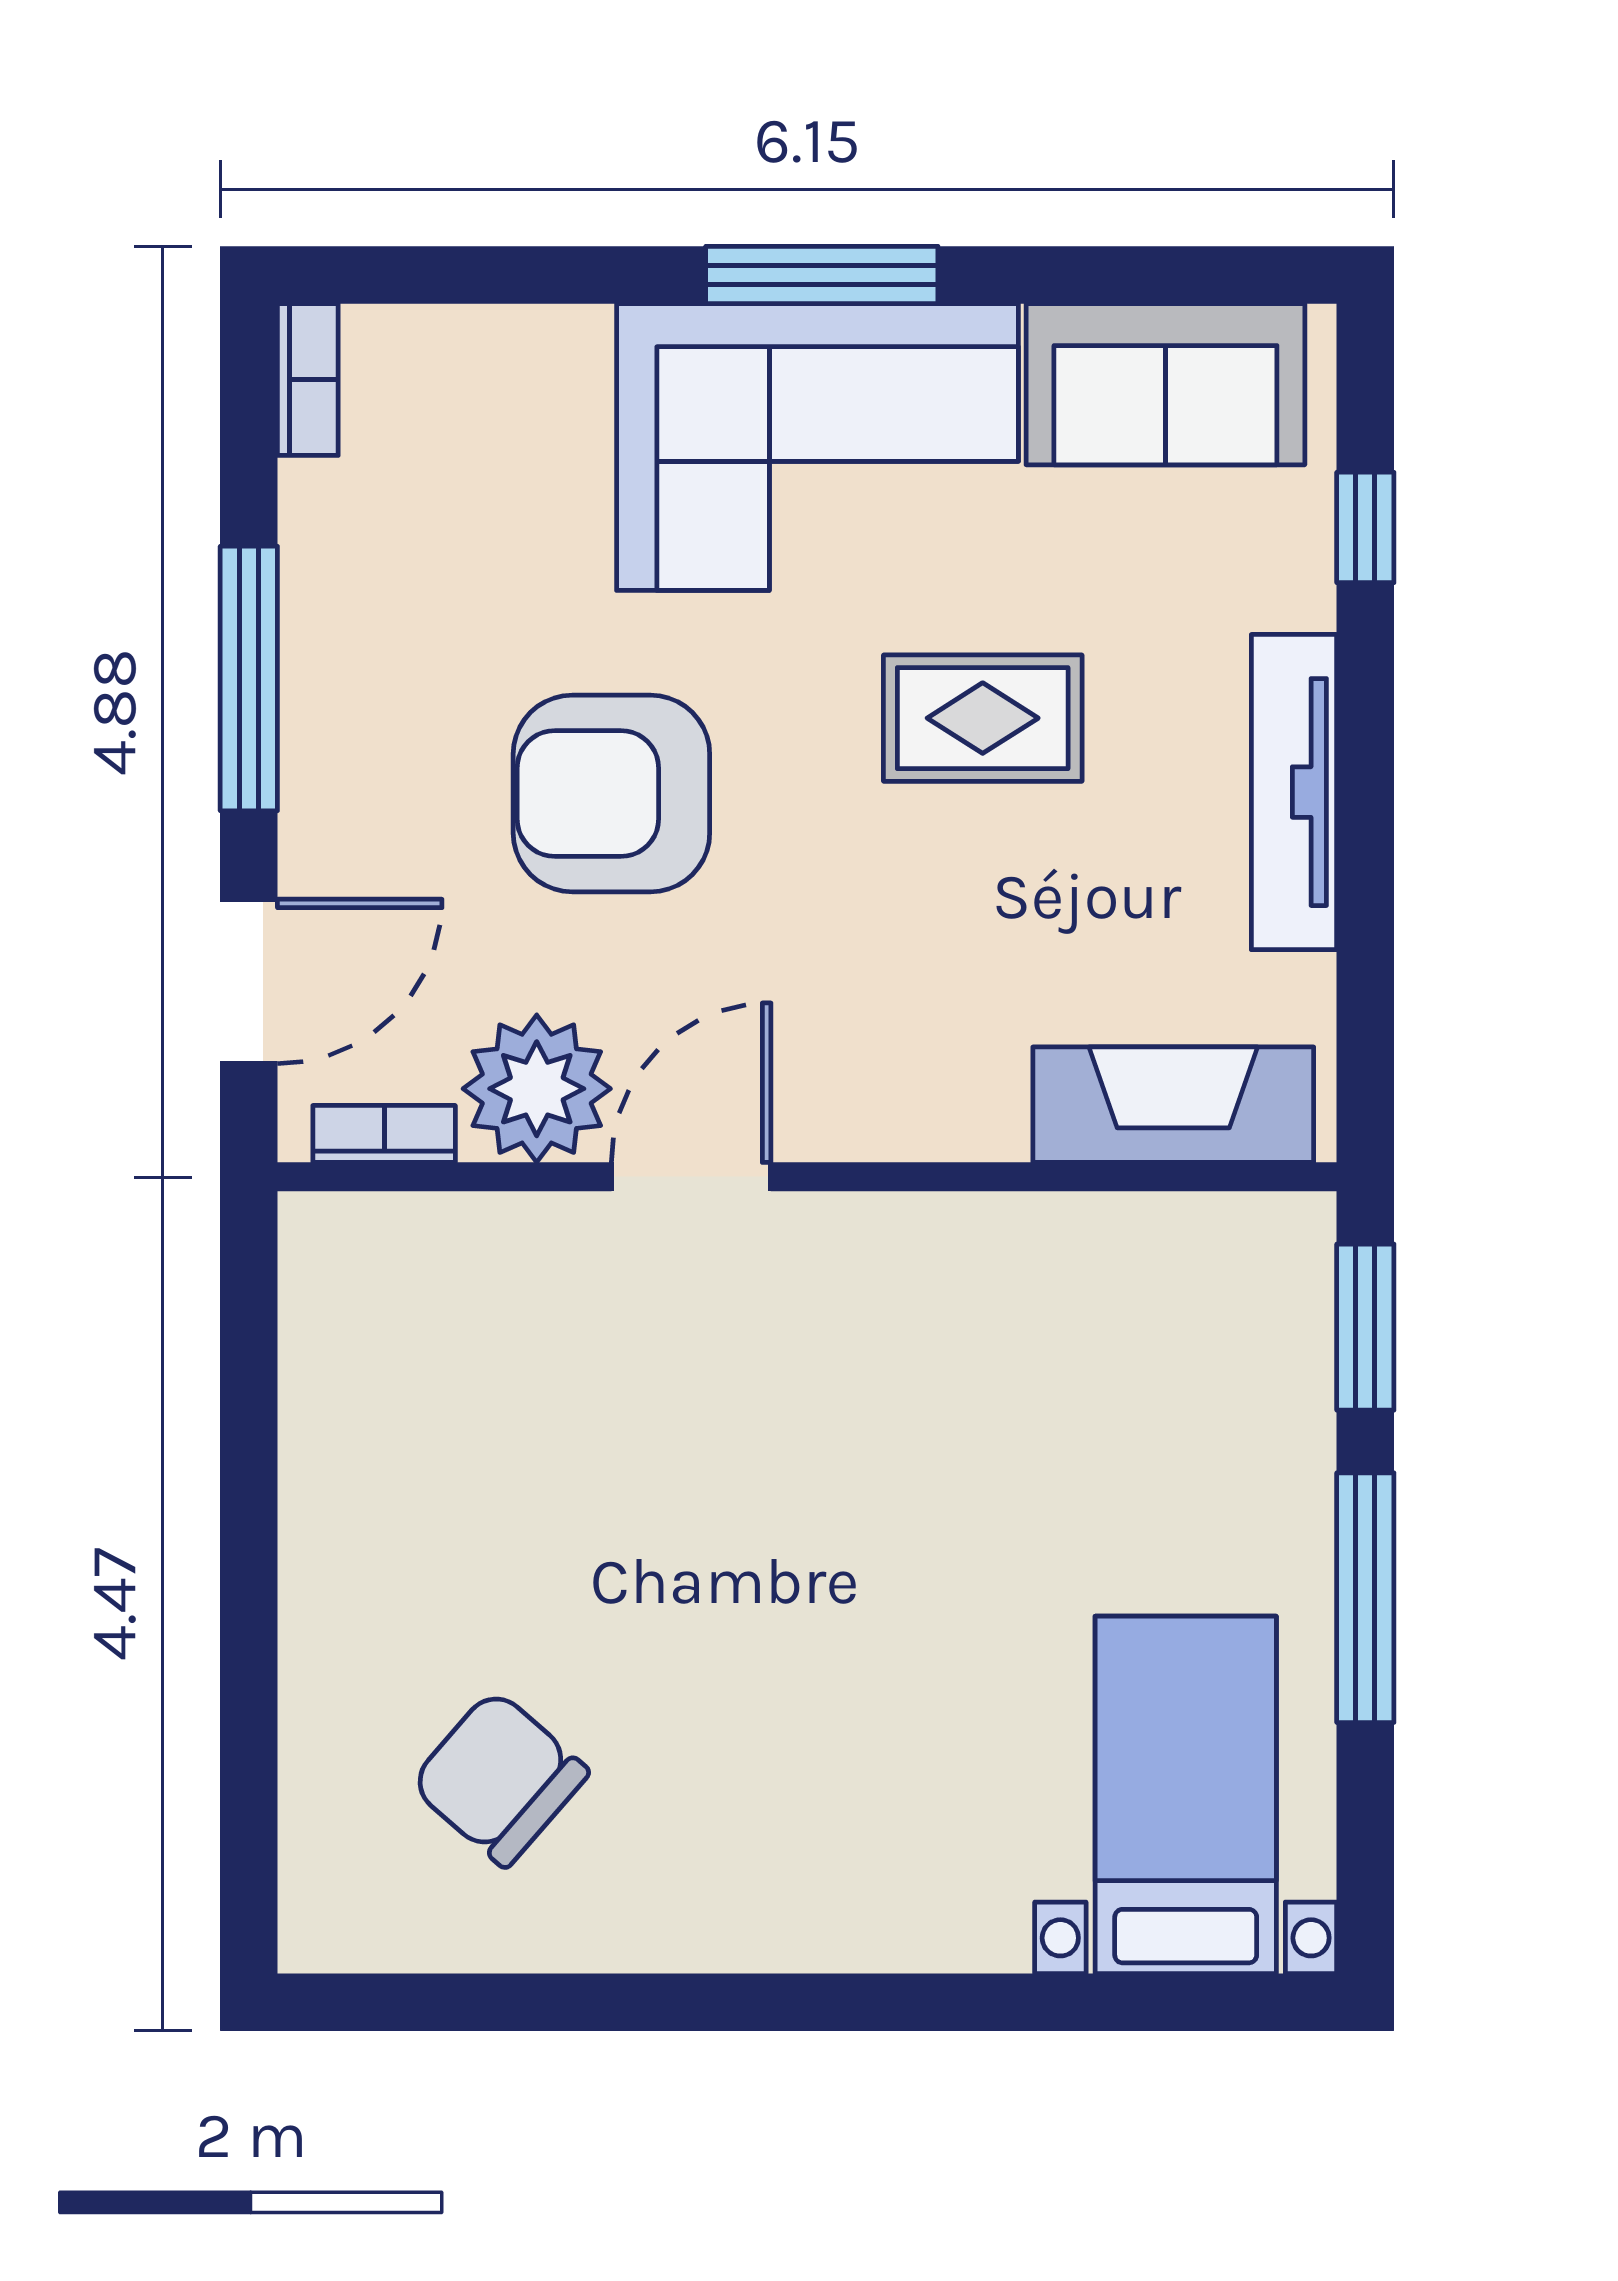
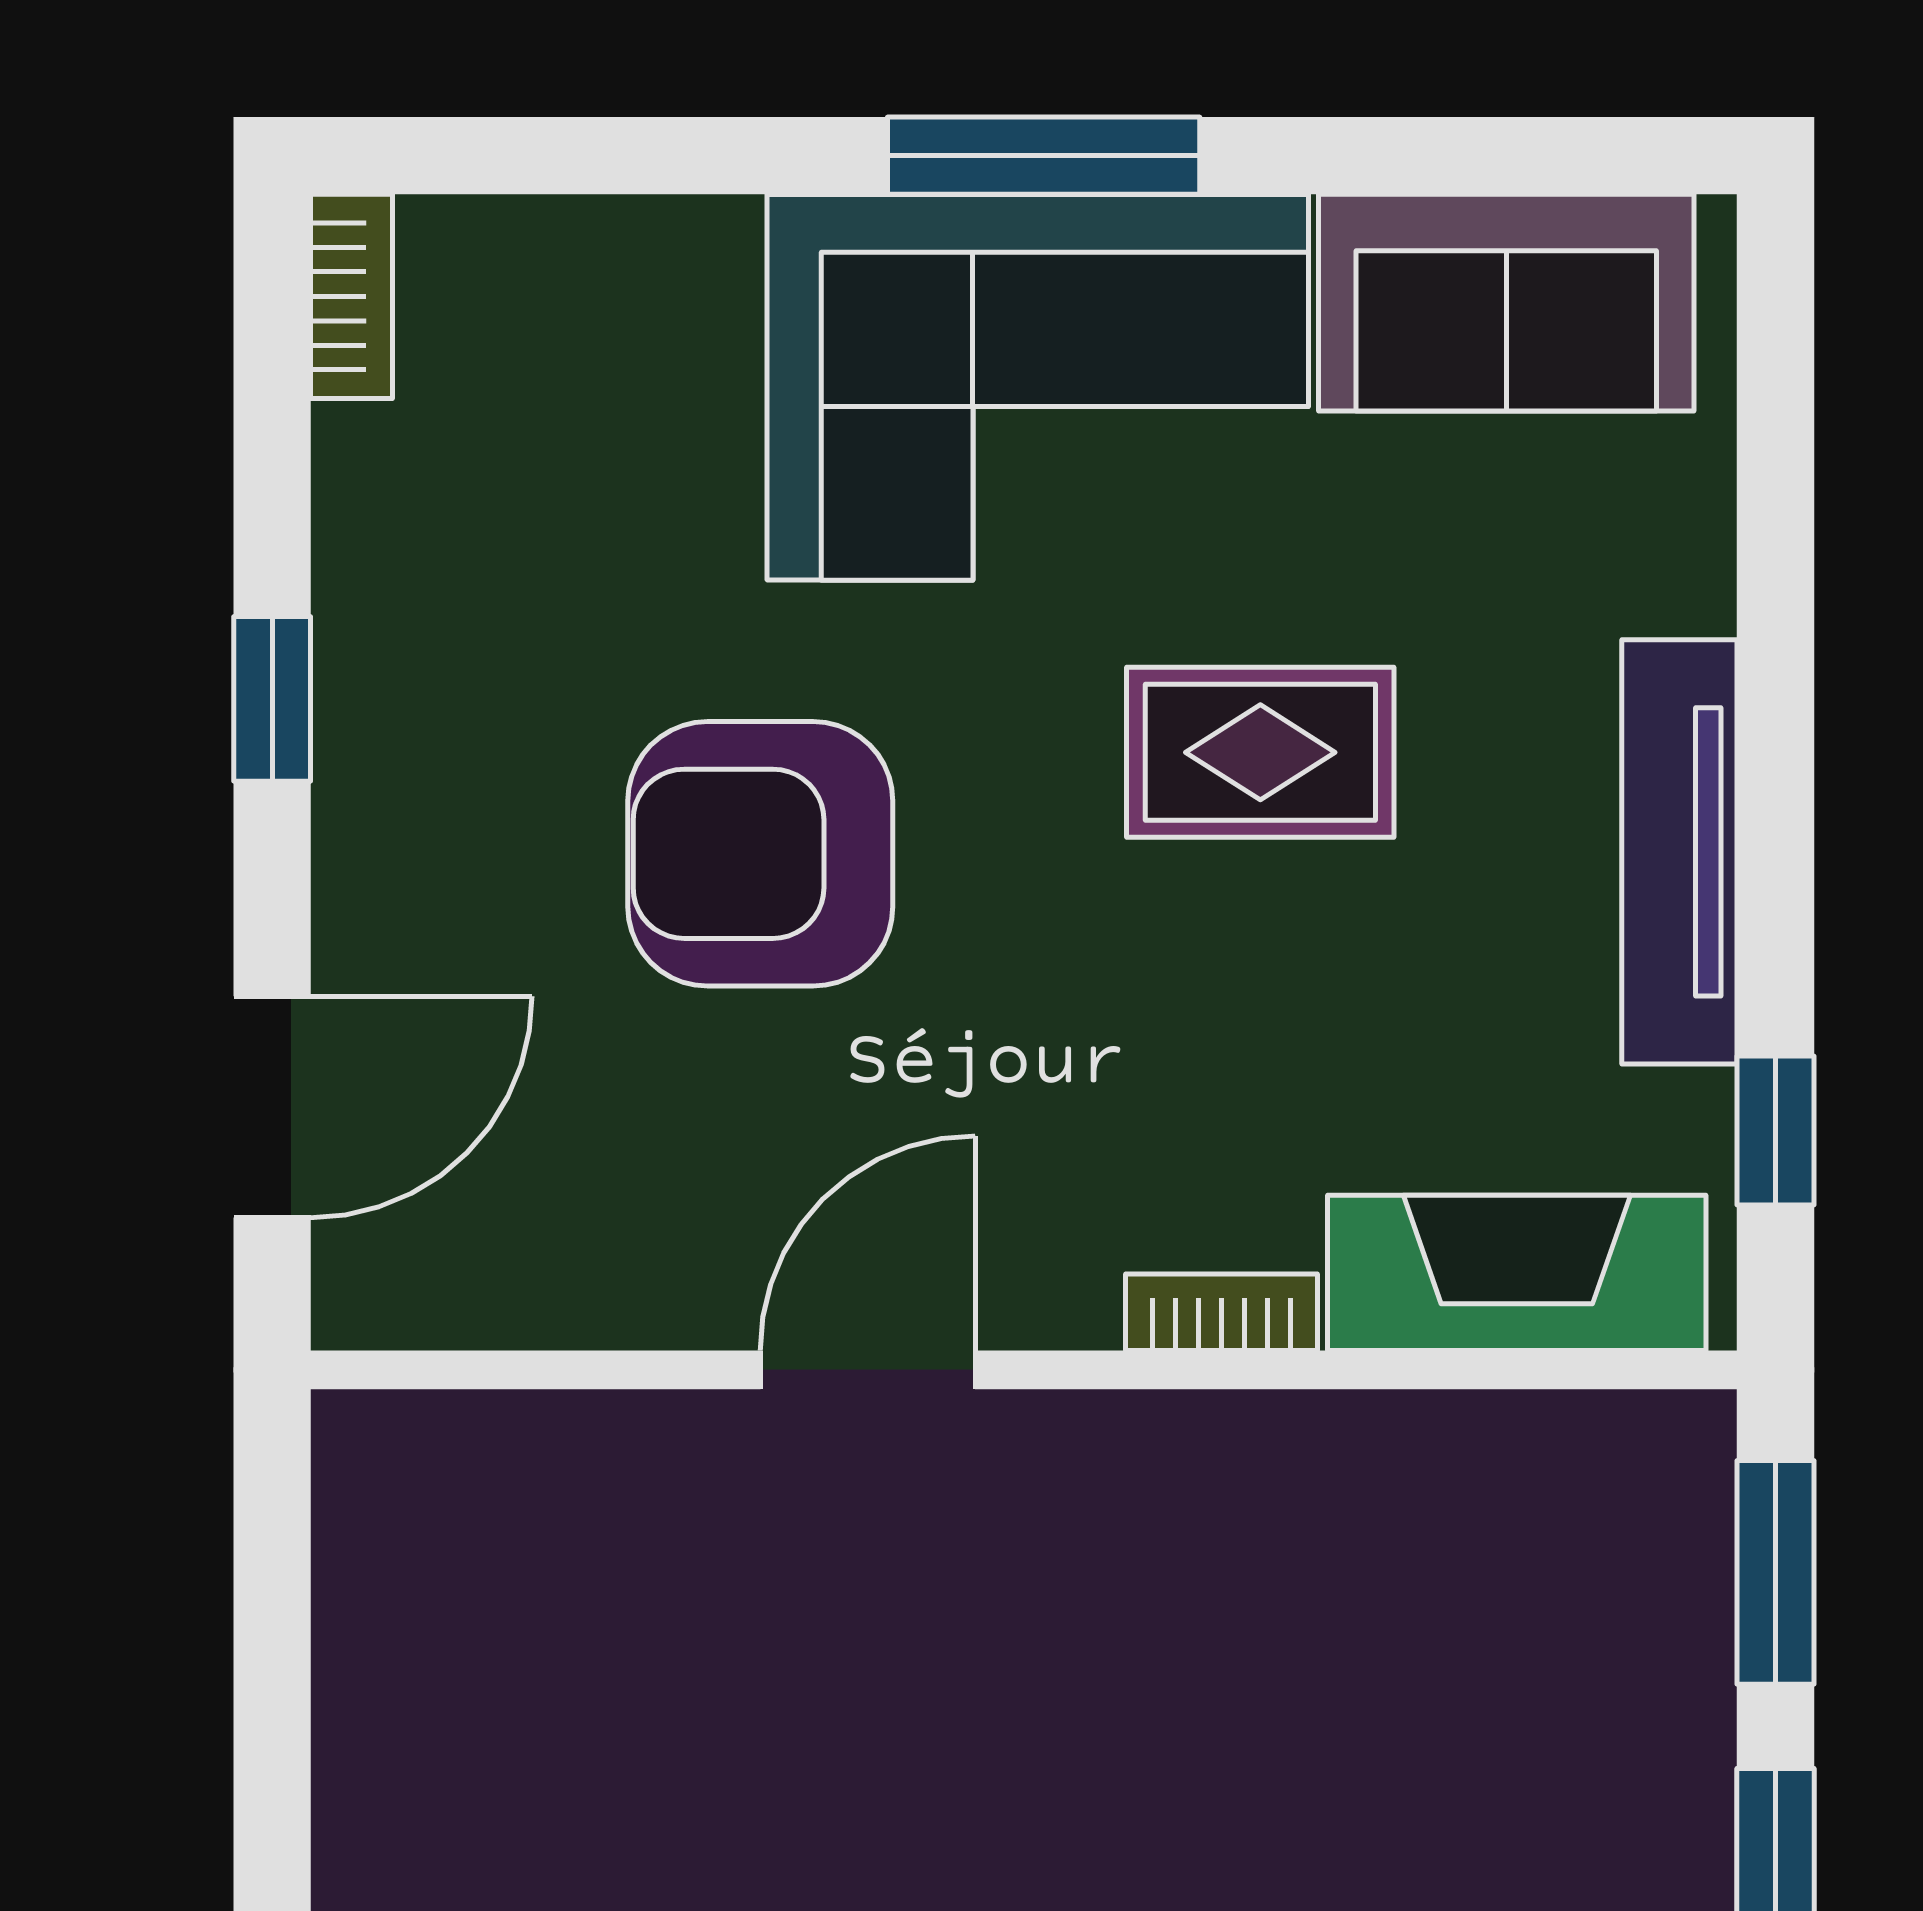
window: (1365, 527) -> (1775, 1130), moved
window: (249, 679) -> (272, 699), width x0.46
plant: (537, 1089) -> (660, 1251), removed
bookcase: (384, 1134) -> (1222, 1312), moved

